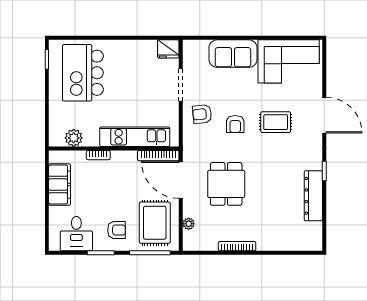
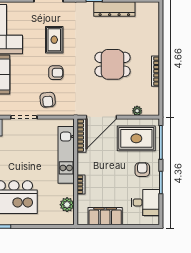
dining table: (226, 184) -> (113, 64), moved

